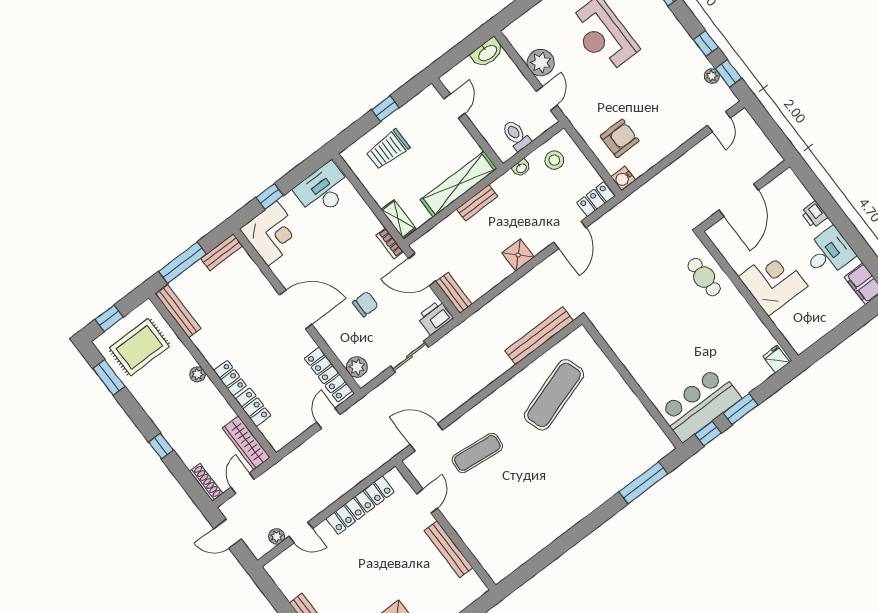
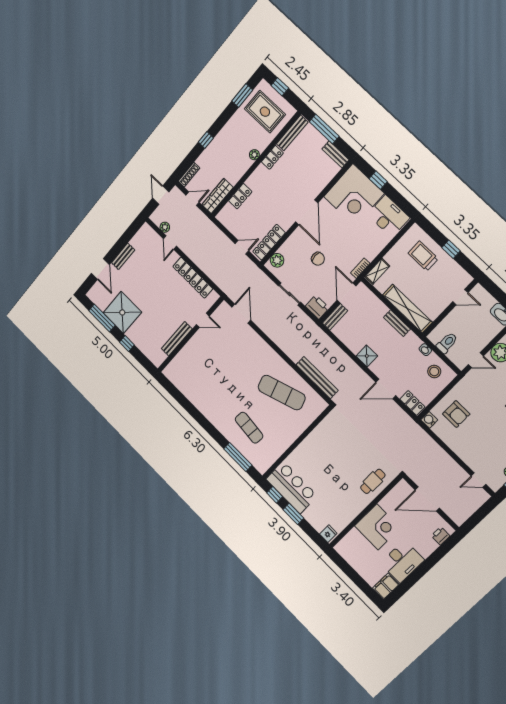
printer: (814, 215) -> (441, 536), moved
corner desk: (272, 233) -> (354, 195), width x1.36, depth x1.36
desk: (829, 253) -> (402, 562), width x1.37
locker: (230, 378) -> (272, 157), moved
exercise mat: (477, 453) -> (249, 428), moved

